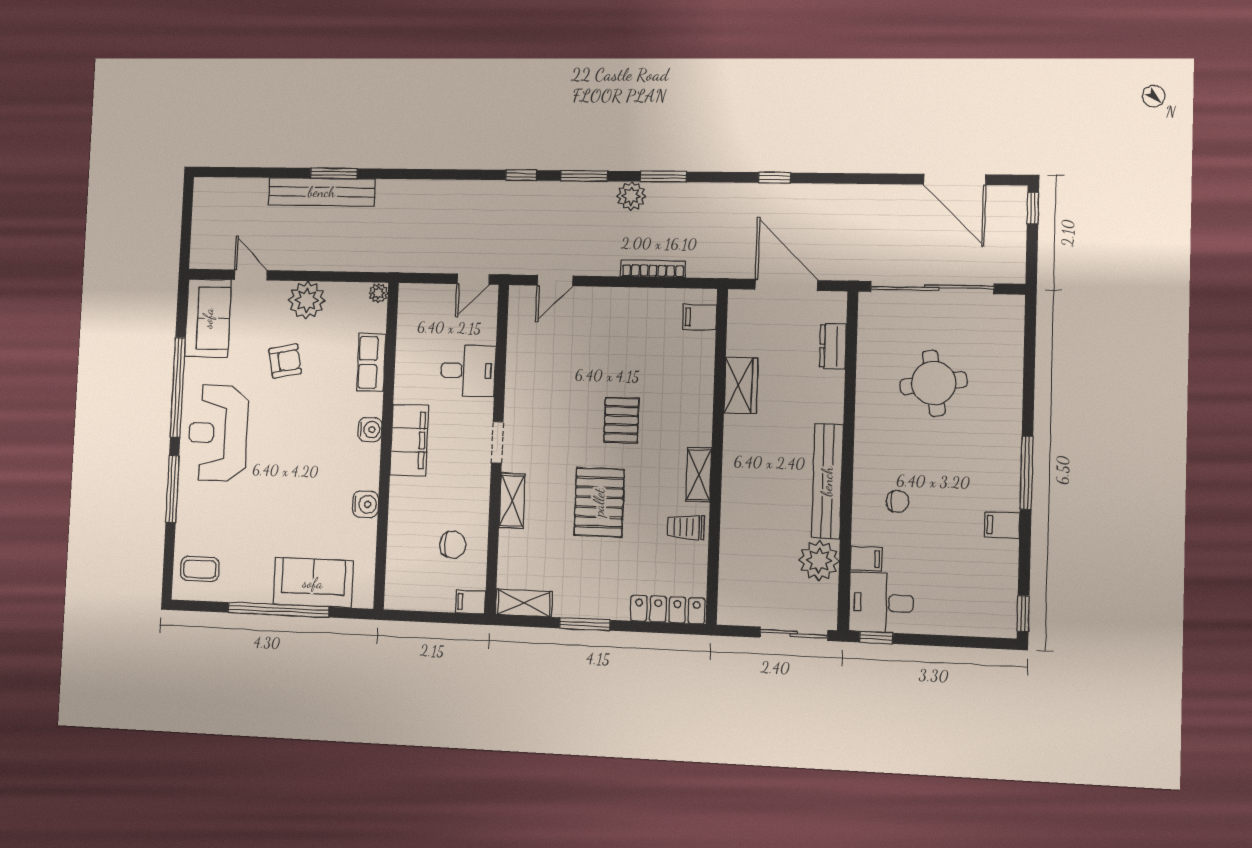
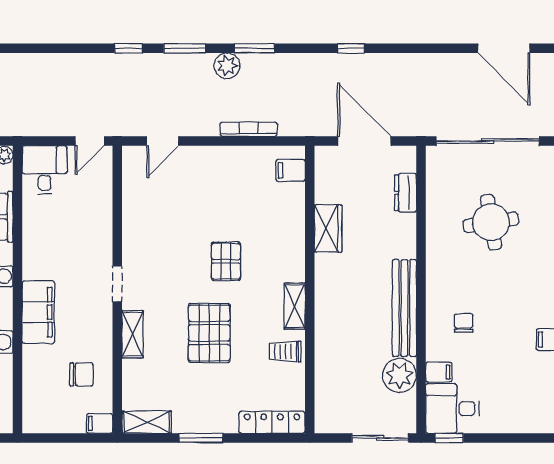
desk: (468, 371) -> (45, 170), moved, turned -90
filing cabinet: (409, 440) -> (38, 312), moved
chair: (898, 501) -> (464, 323), turned -90

